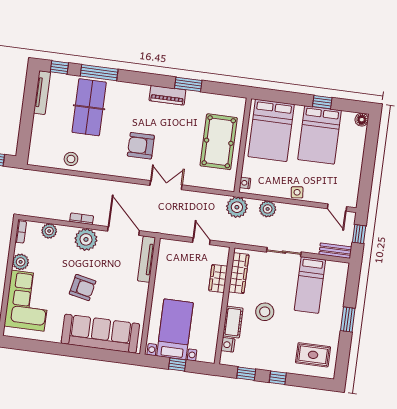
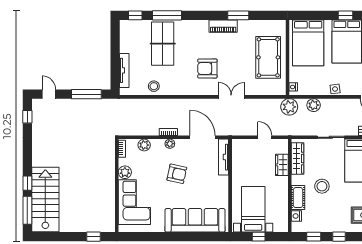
tv unit: (42, 93) -> (124, 70), moved
plant: (86, 239) -> (170, 144), width x0.53, depth x0.53
armchair: (83, 288) -> (177, 174), moved

